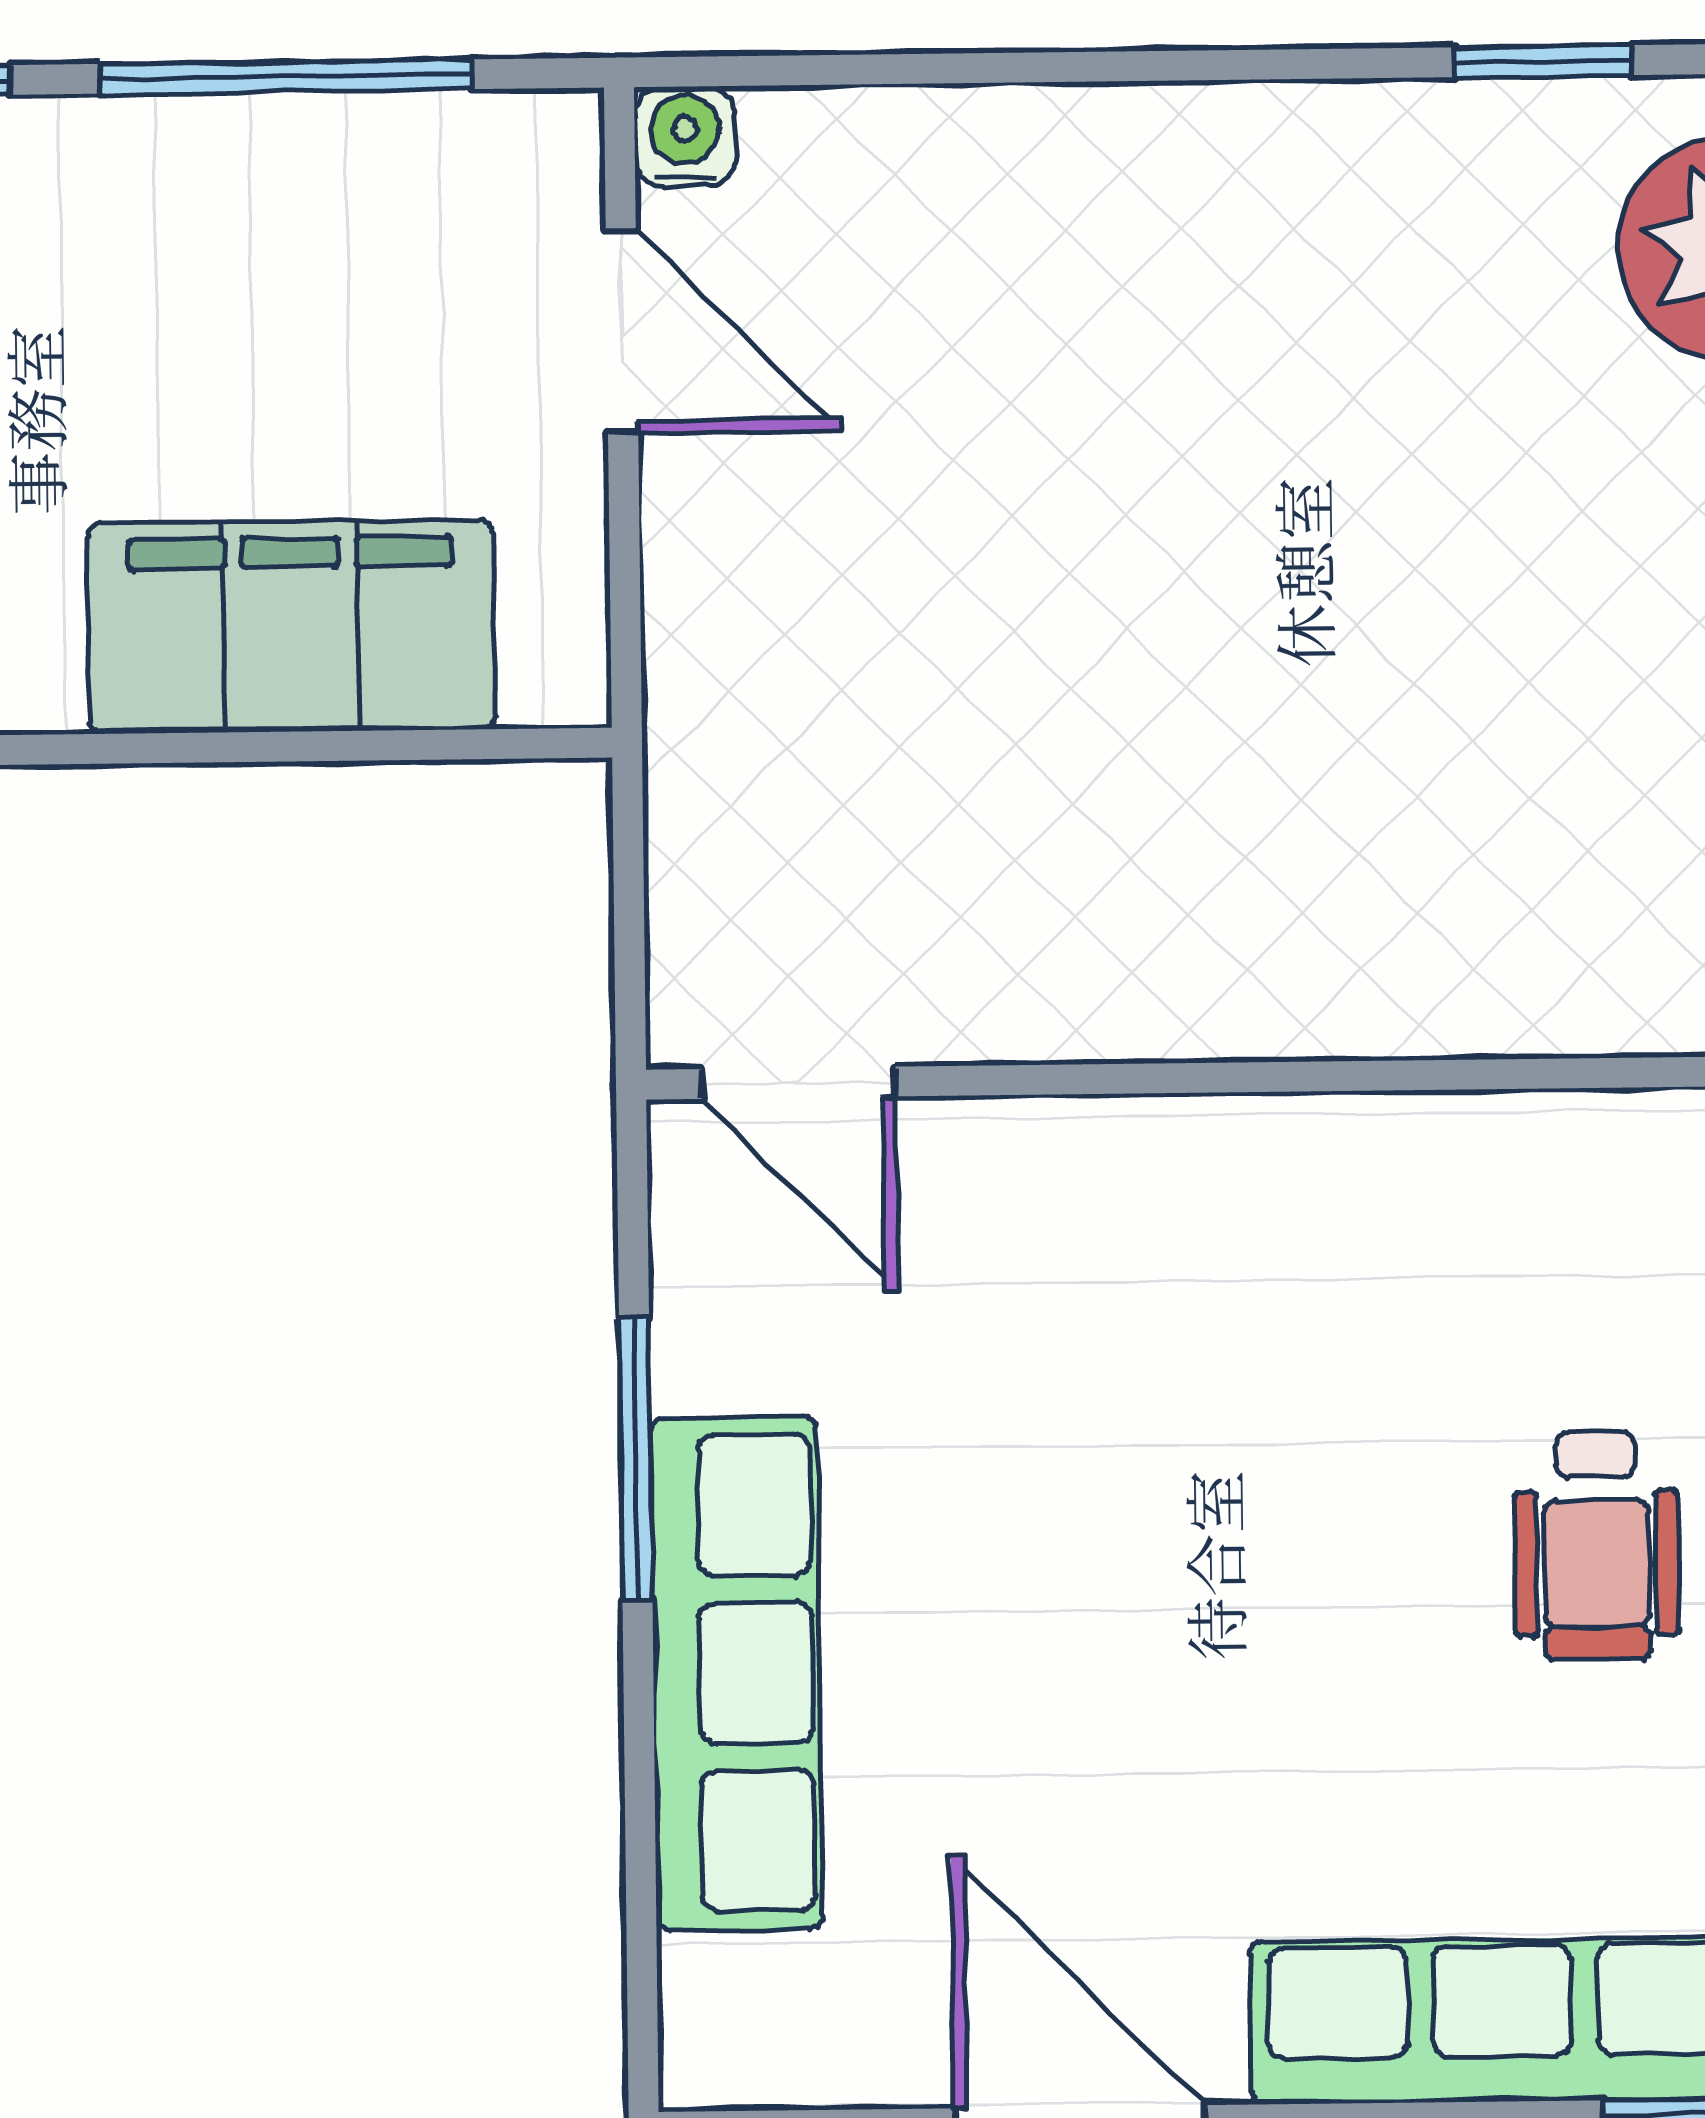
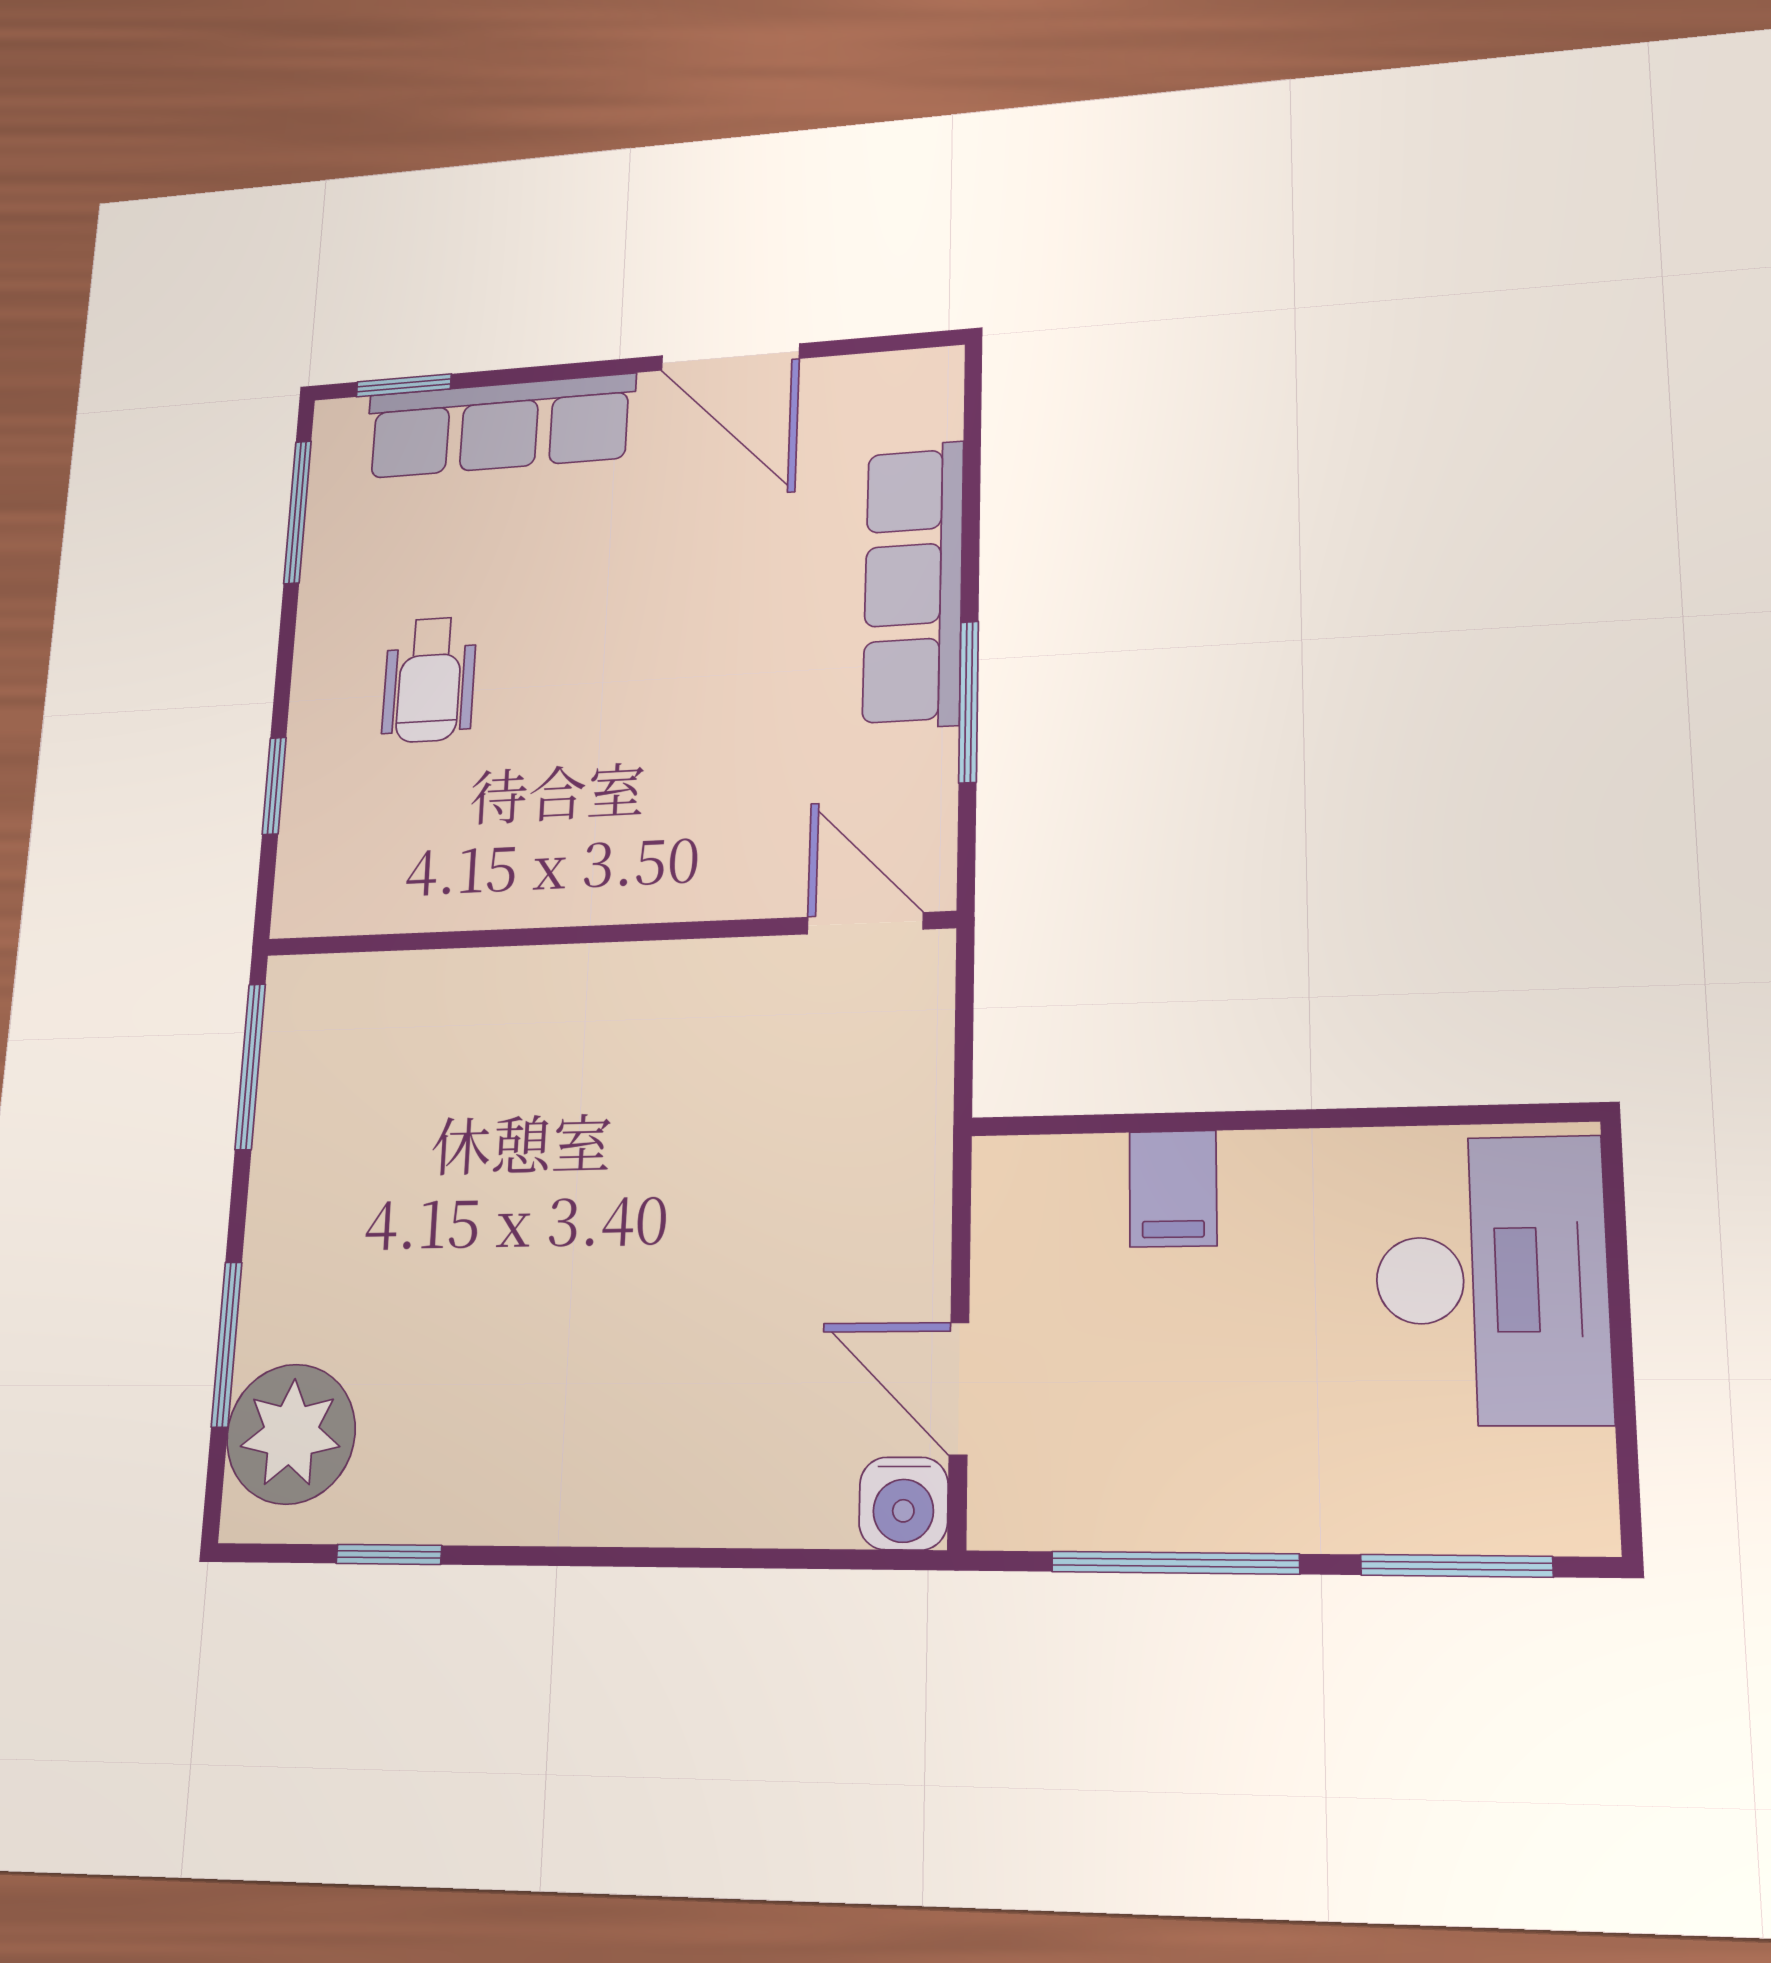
water cooler: (685, 137) -> (903, 1503), width x1.38, depth x1.38
filing cabinet: (291, 626) -> (1173, 1189), width x0.33, depth x0.86
wheelchair: (1597, 1545) -> (429, 680), turned 180

